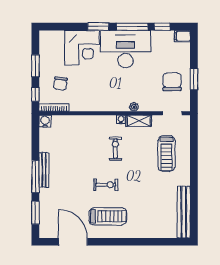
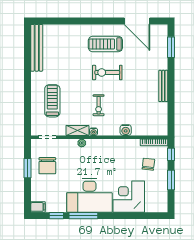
window: (98, 27) -> (114, 216), removed
water cooler: (45, 121) -> (126, 130), moved
window: (35, 177) -> (171, 80), removed
exercise bike: (106, 185) -> (107, 72), width x1.38, depth x1.39

